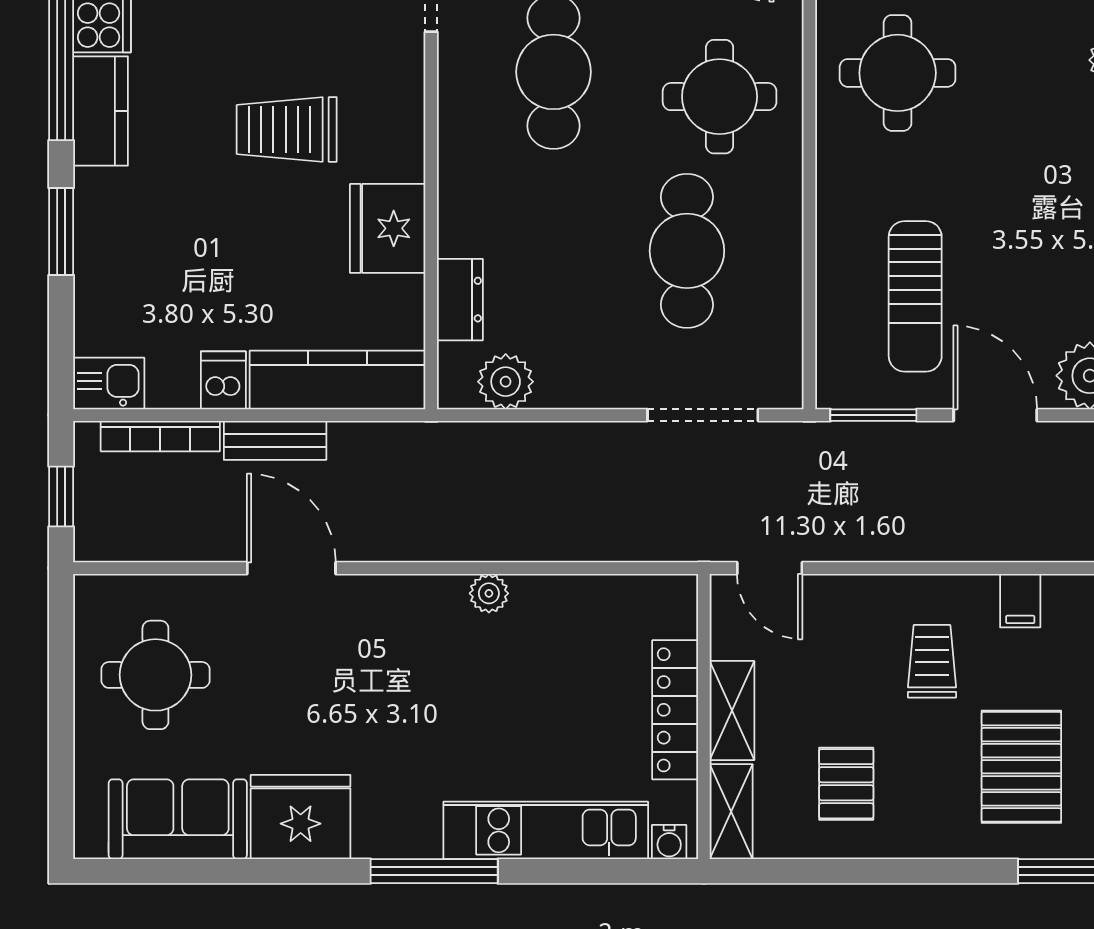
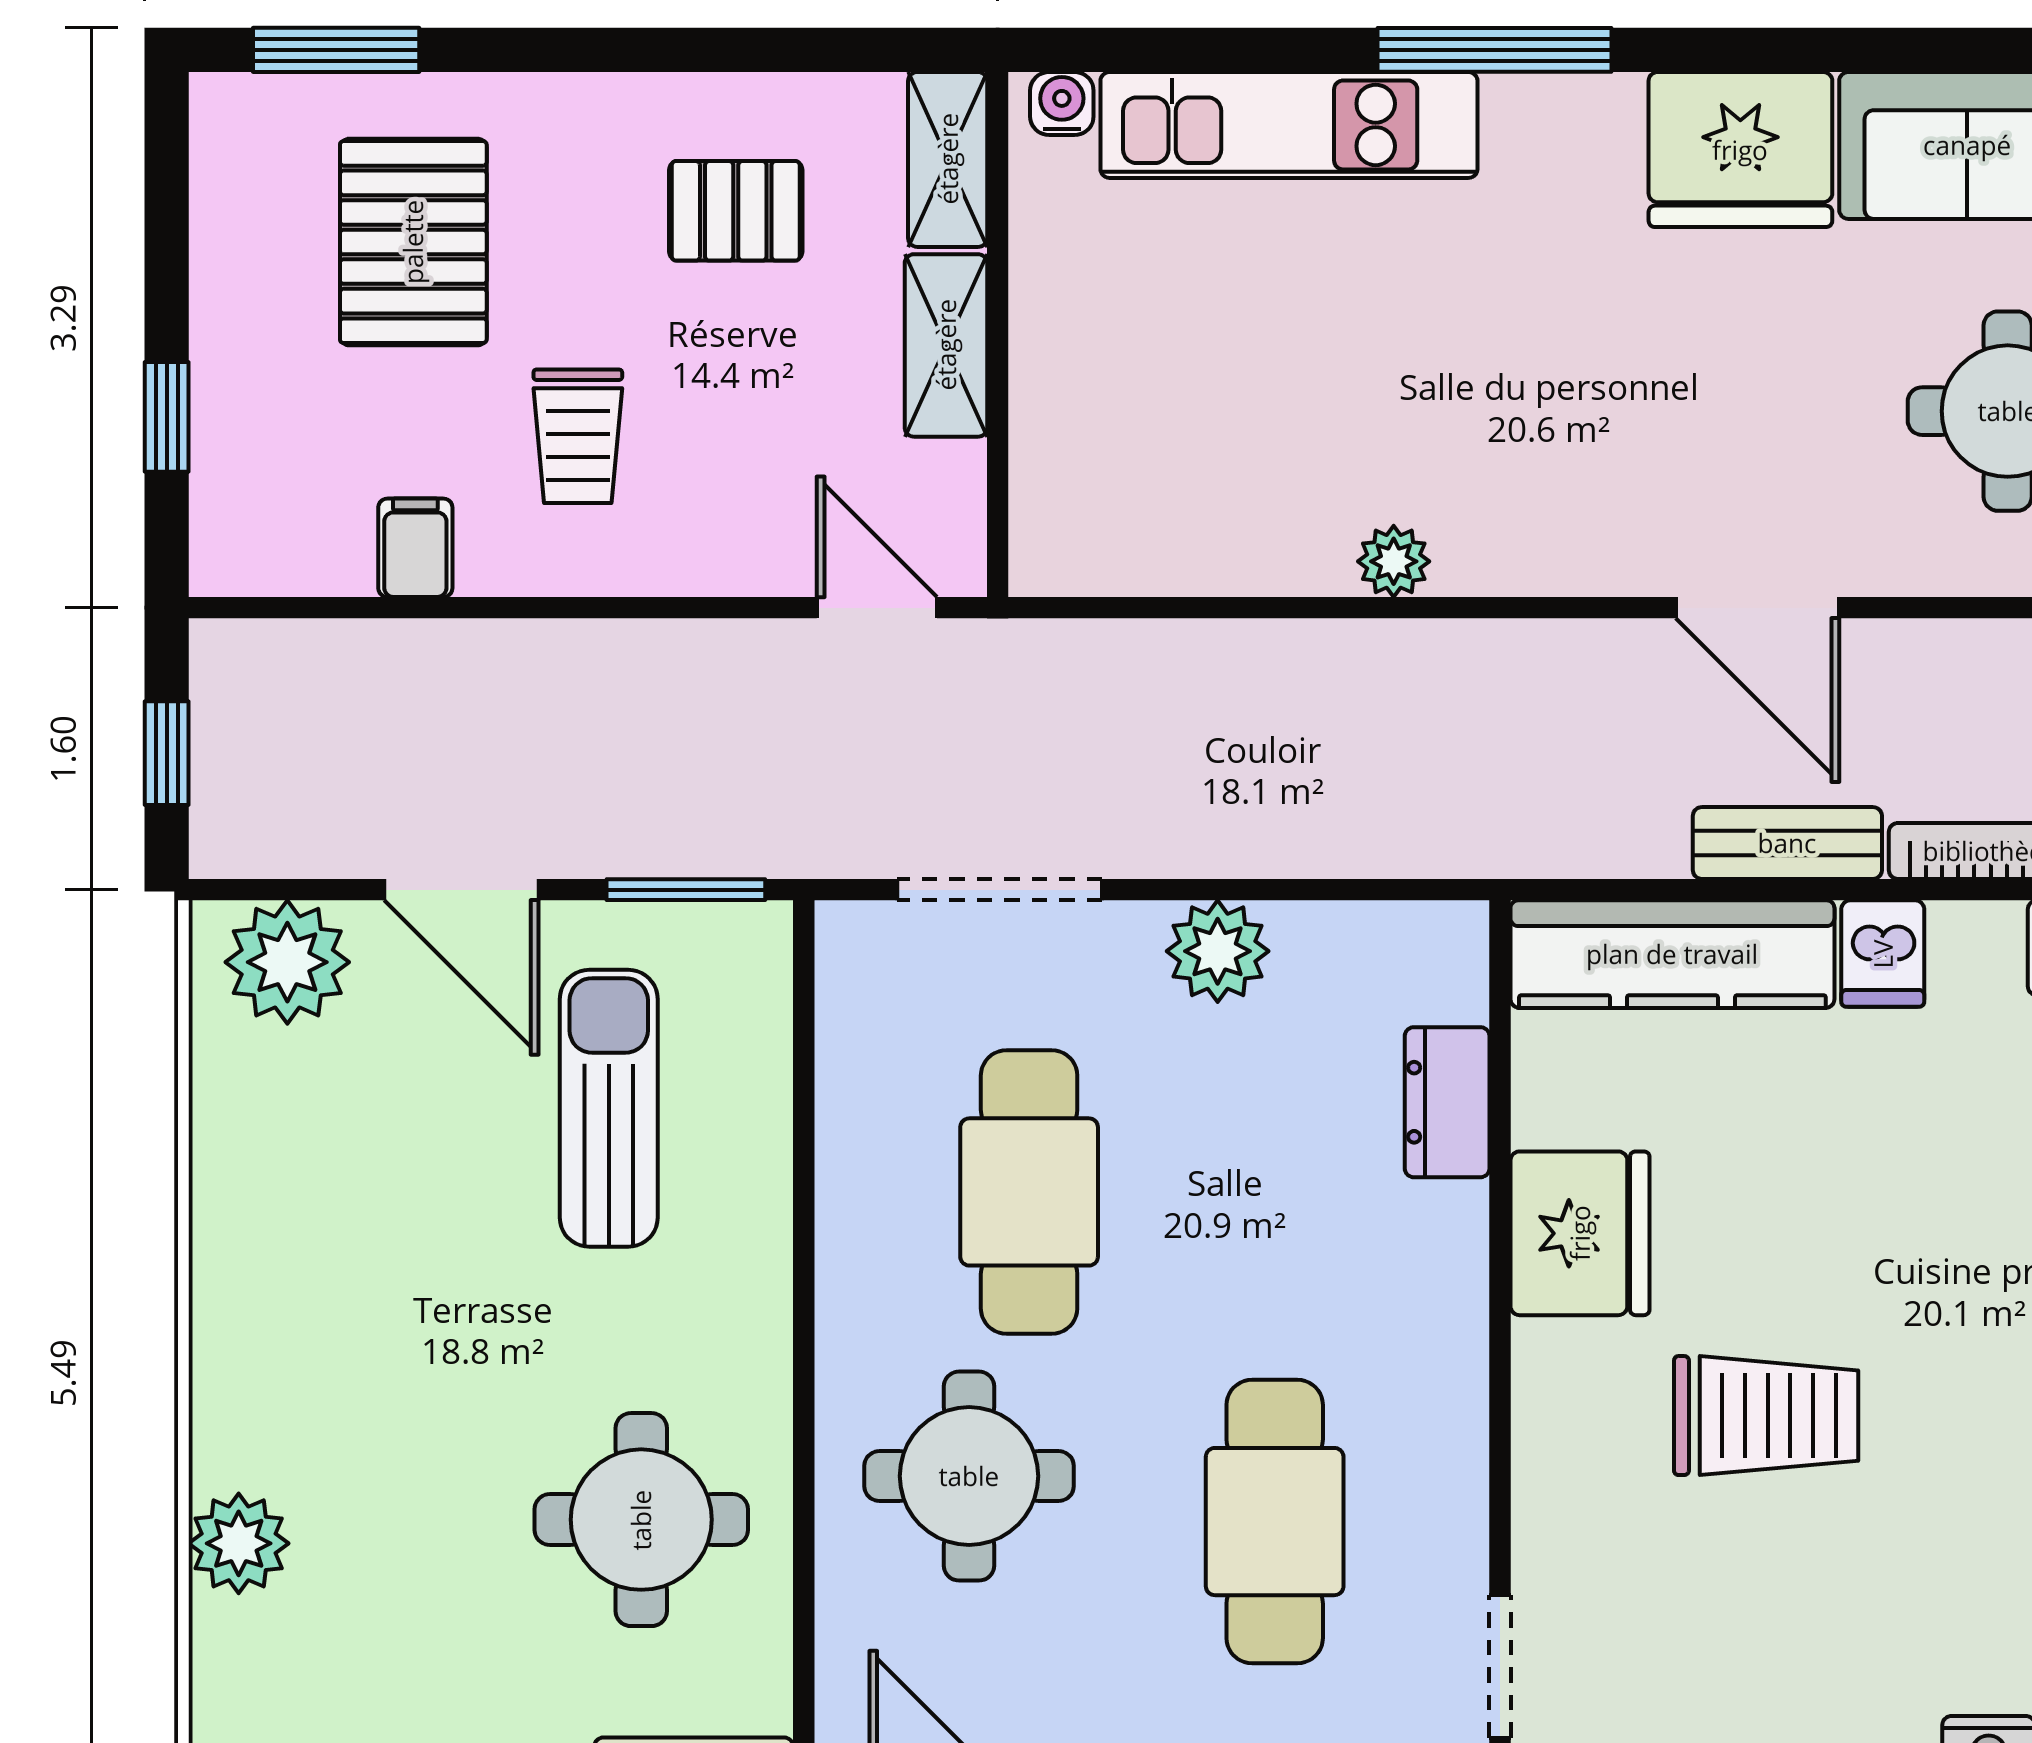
plant: (506, 382) -> (1218, 951), moved
locker: (675, 710) -> (1051, 347), removed
pallet: (846, 784) -> (736, 211), turned 90

